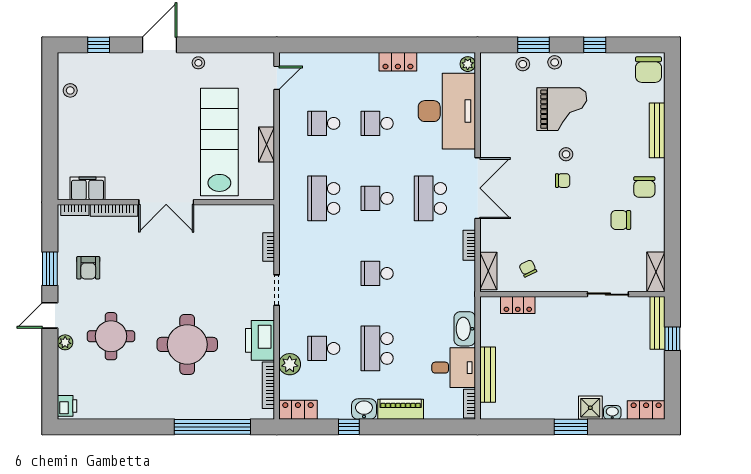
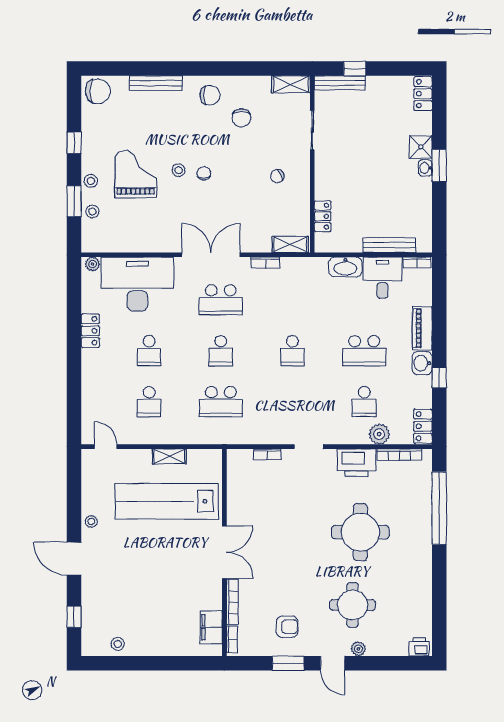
chair: (528, 268) -> (277, 176), moved
washbasin: (612, 412) -> (425, 168), moved

